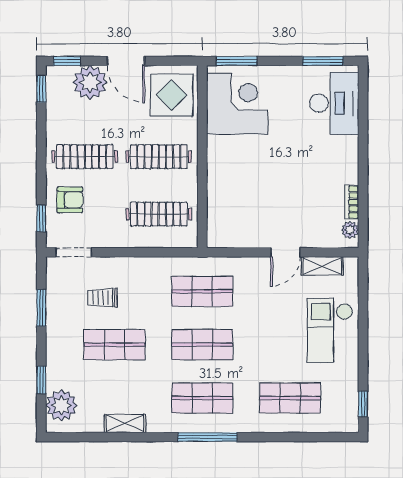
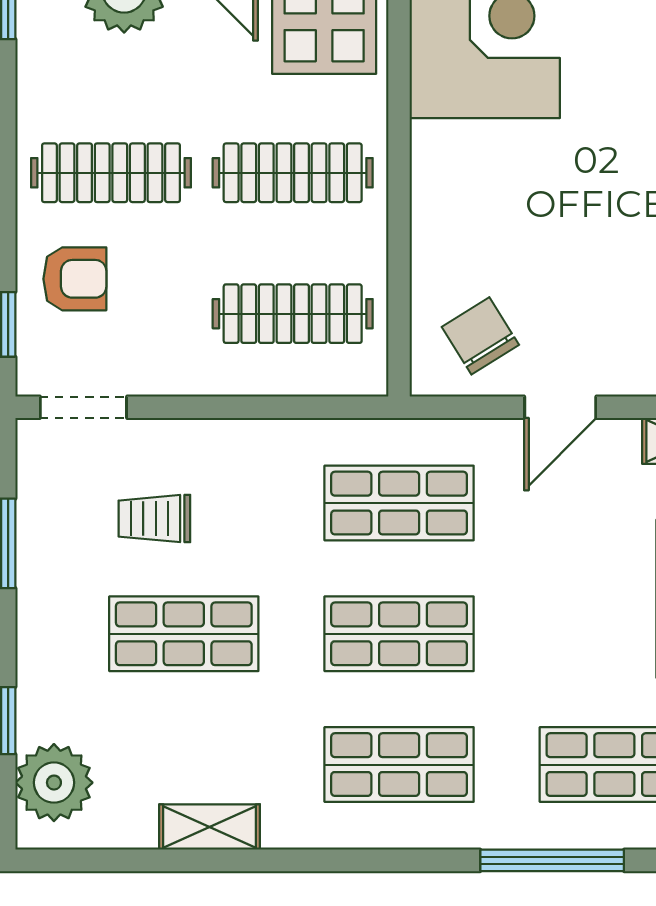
chair: (235, 223) -> (480, 336), added
door: (285, 252) -> (560, 407), moved
window: (208, 437) -> (552, 860), moved

